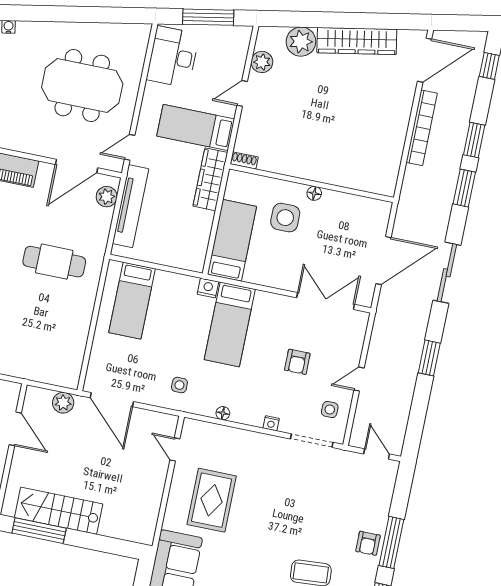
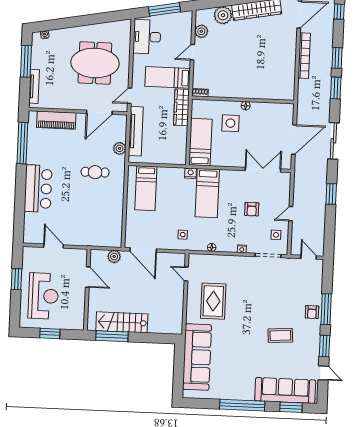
plant: (107, 197) -> (120, 148), moved
cafe table: (54, 262) -> (95, 172), width x0.73, depth x0.74

